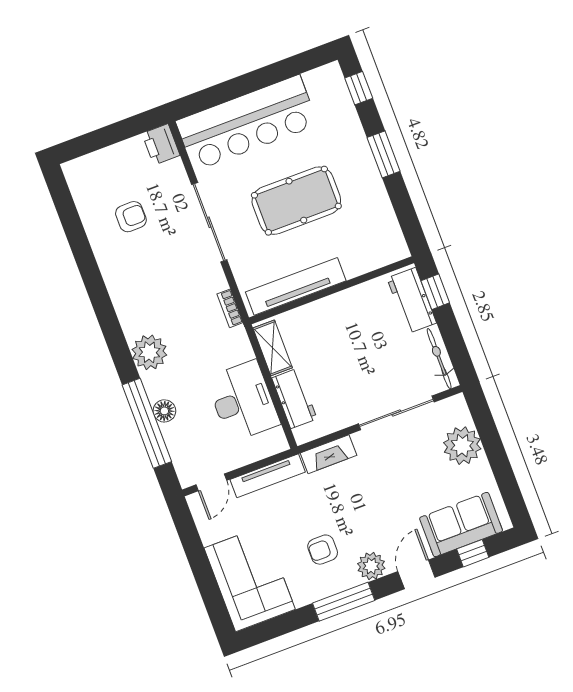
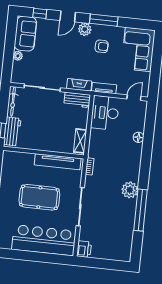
armchair: (131, 217) -> (112, 225), removed
plant: (149, 352) -> (130, 190), moved
workbench: (294, 398) -> (77, 100), moved, turned -90
desk: (243, 401) -> (105, 113), moved
window: (147, 423) -> (141, 210), moved
plant: (462, 446) -> (18, 56), width x0.53, depth x0.53
tv unit: (268, 476) -> (104, 88), width x0.71
sofa: (461, 525) -> (25, 34), moved, turned -90

